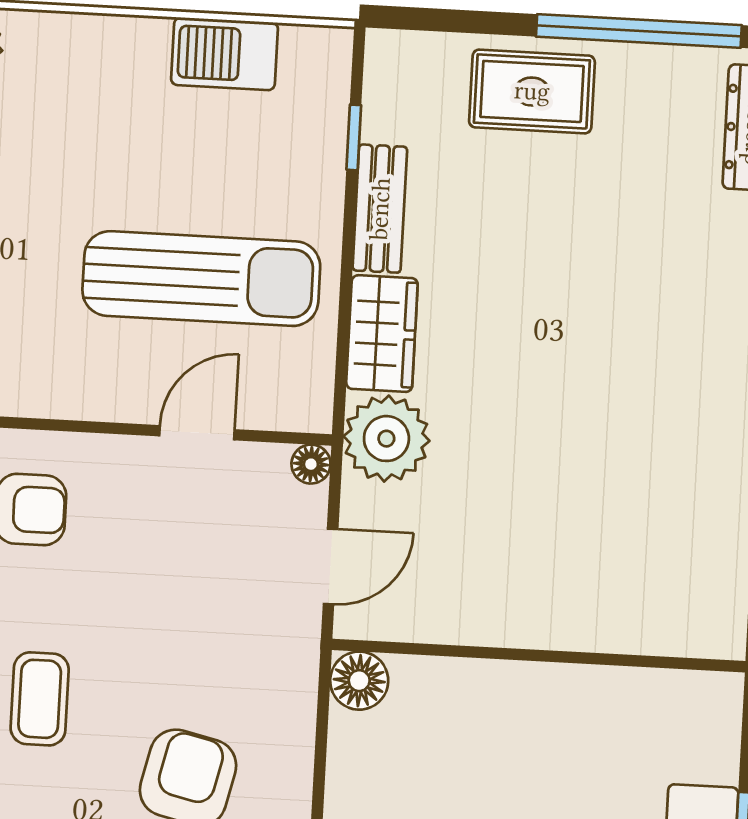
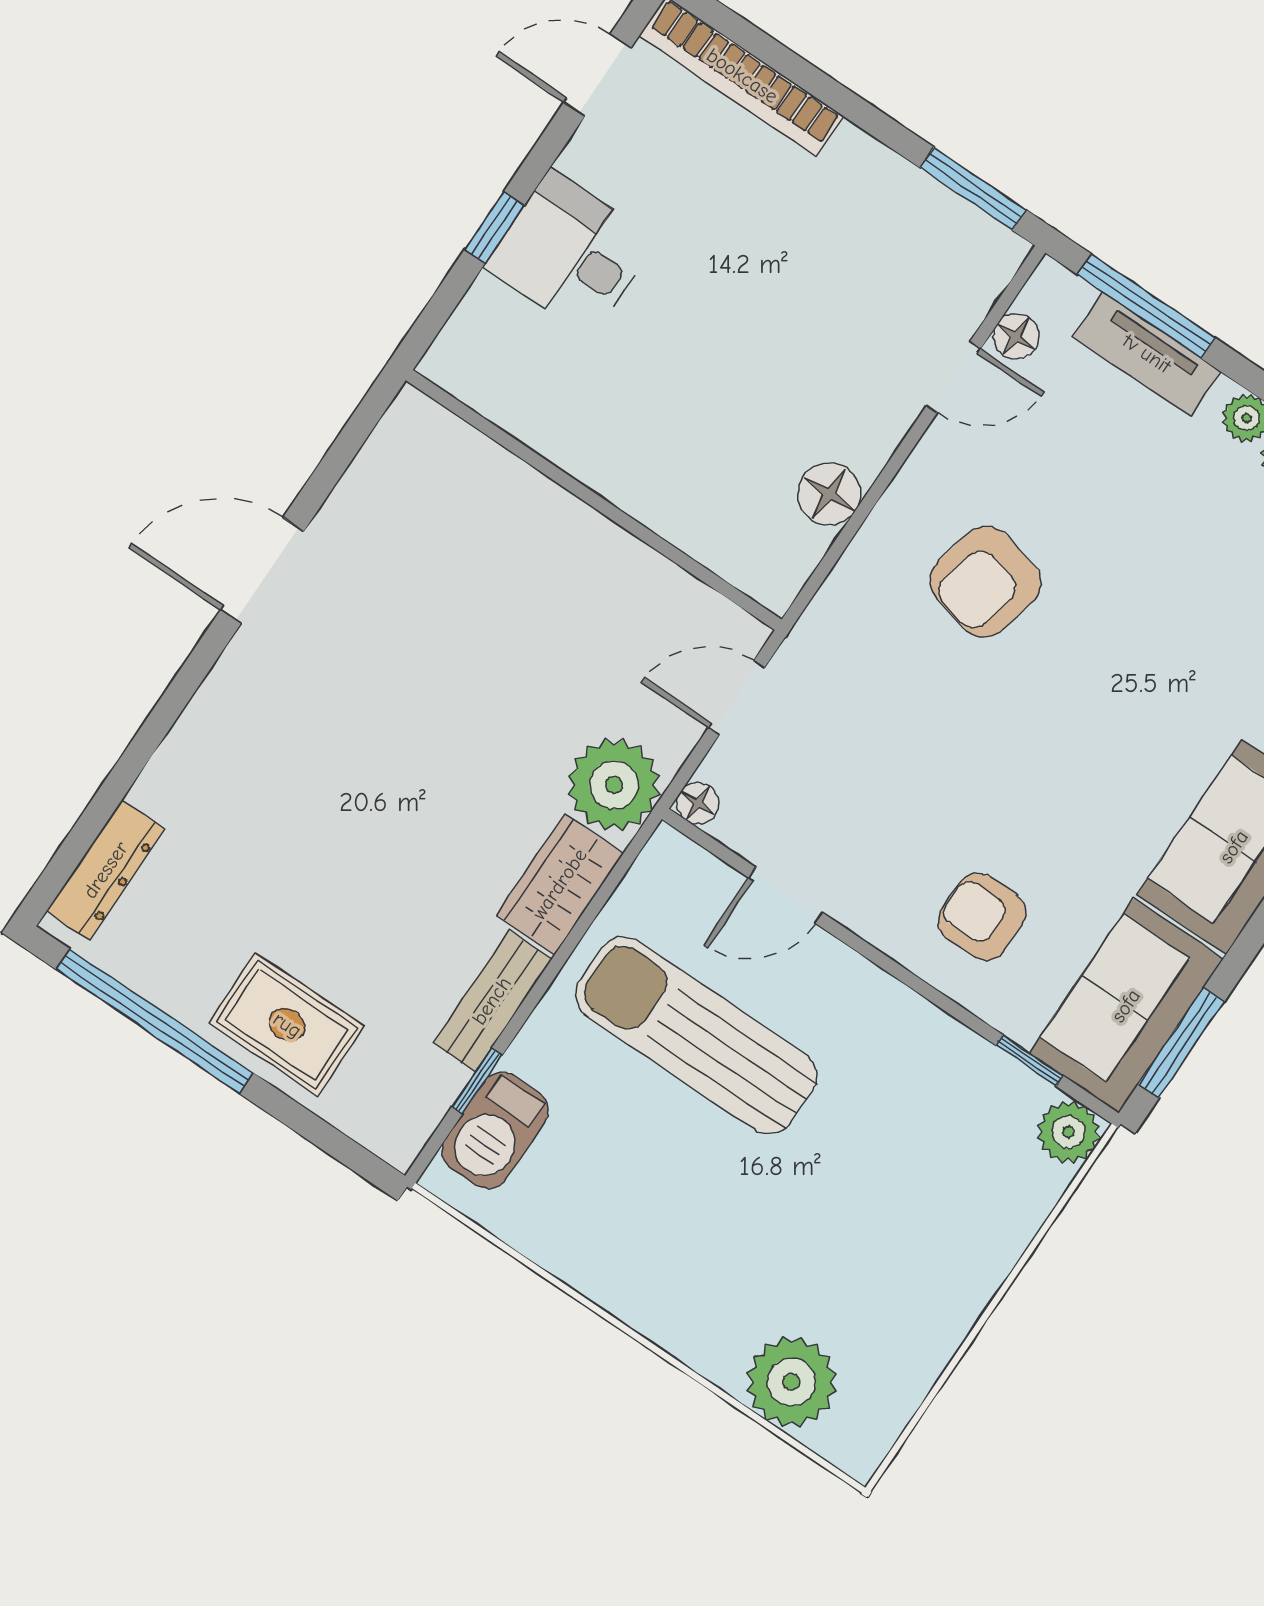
barbecue: (224, 54) -> (495, 1130), moved, turned 90
floor lamp: (359, 681) -> (829, 494), moved
coffee table: (40, 699) -> (1079, 737), removed

